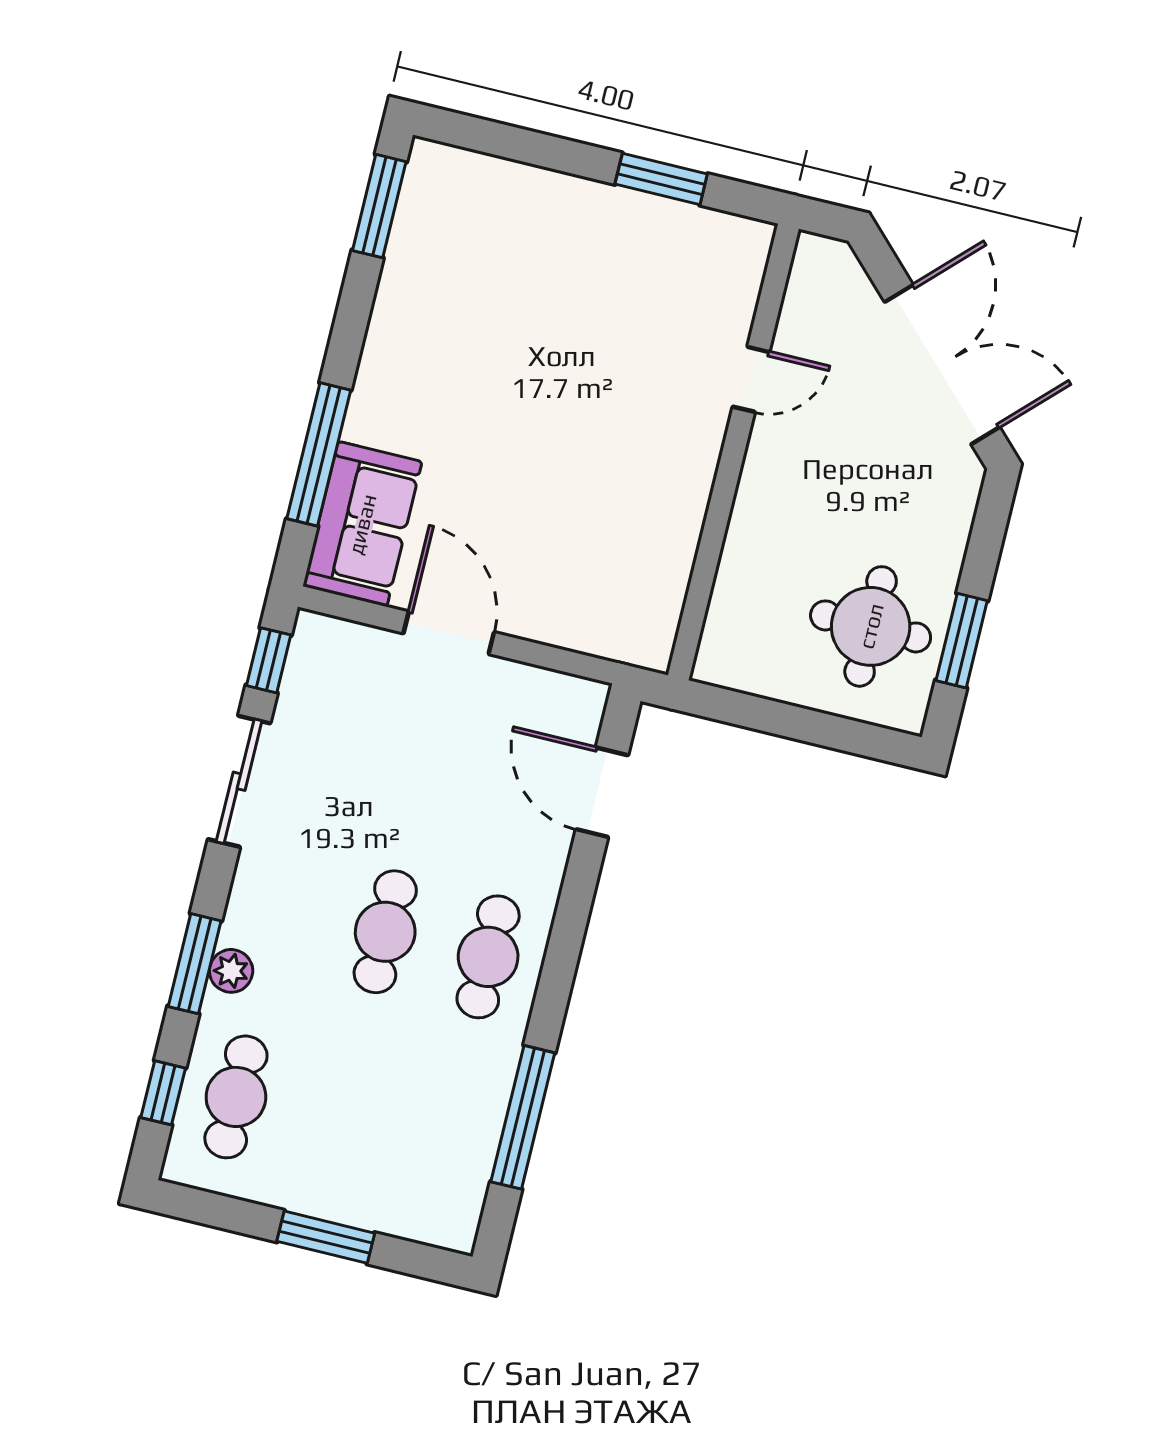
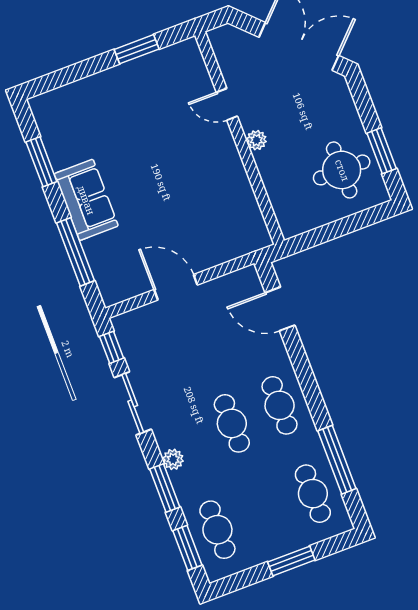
window: (379, 206) -> (41, 162), moved
door: (751, 379) -> (227, 104), swing flipped
plant: (760, 475) -> (256, 140), added
sofa: (362, 524) -> (86, 200), moved
plant: (231, 971) -> (173, 459), moved
window: (163, 1093) -> (187, 548), width x1.50
cafe table: (442, 1147) -> (313, 494), added

